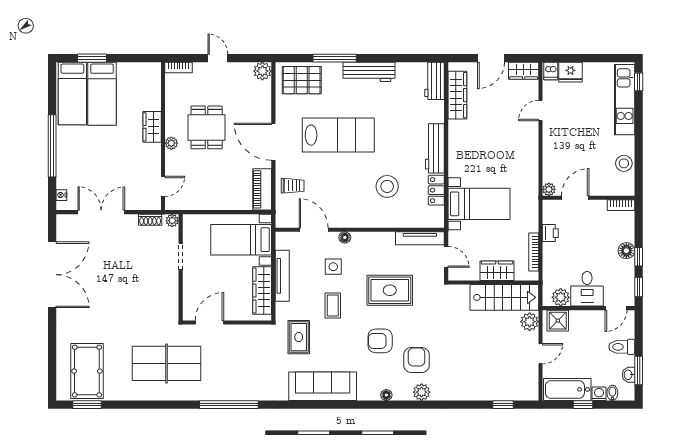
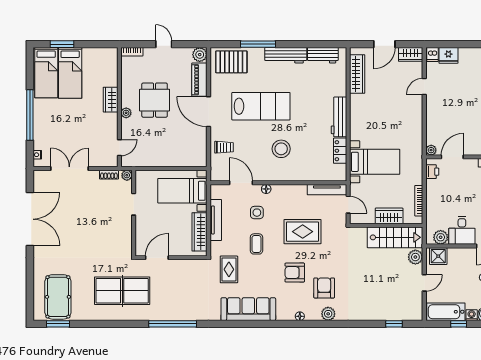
workbench: (434, 81) -> (323, 55), moved, turned -90
stool: (387, 186) -> (281, 149), moved
piano: (262, 189) -> (199, 80), moved
printer: (550, 233) -> (432, 172), moved

